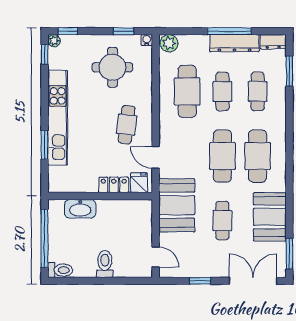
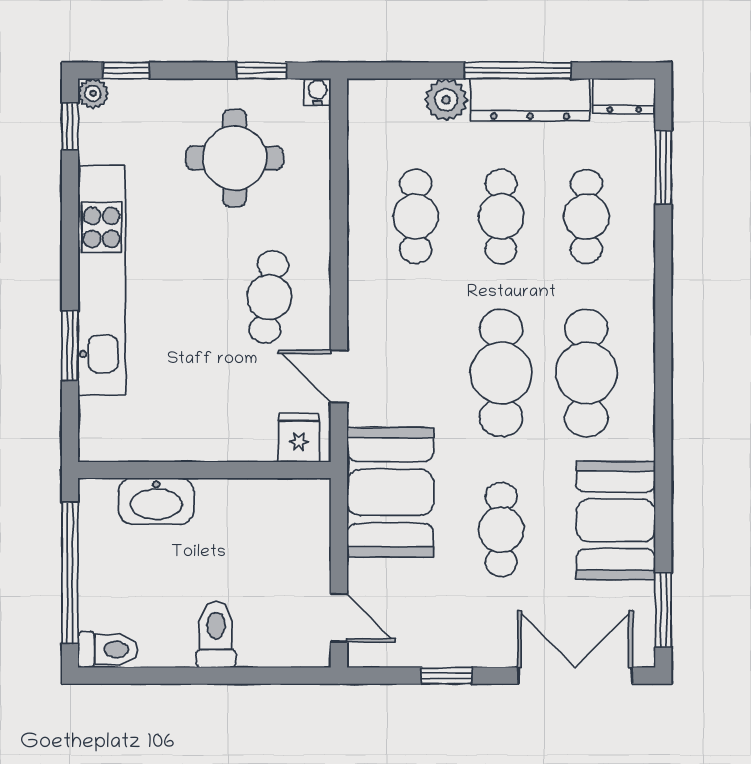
plant: (169, 43) -> (446, 100), moved
cafe table: (187, 91) -> (416, 216), width x0.73, depth x0.74
locker: (114, 185) -> (238, 443), removed

